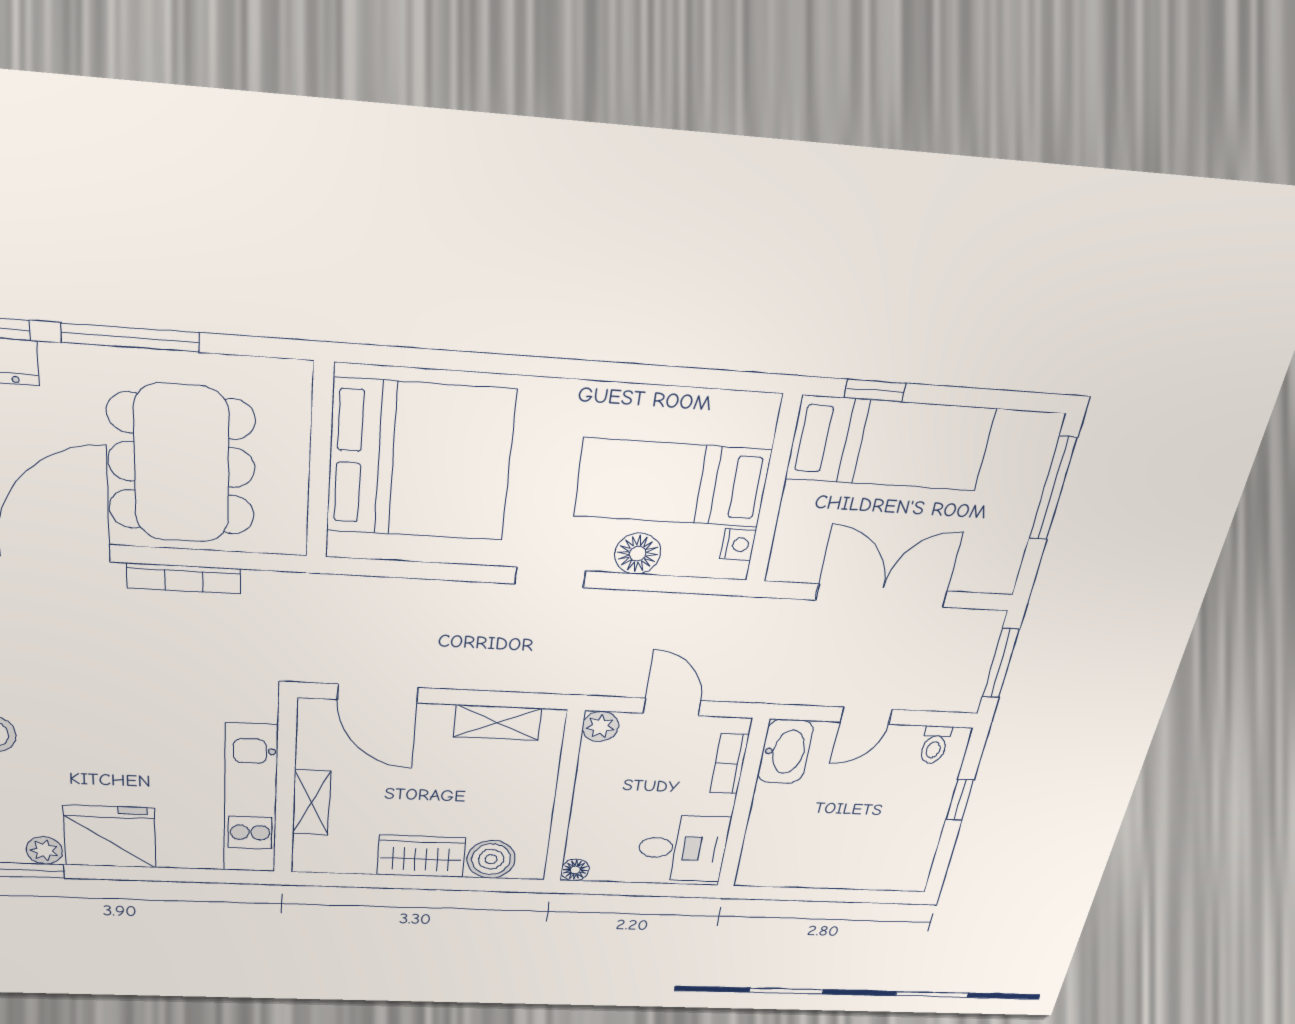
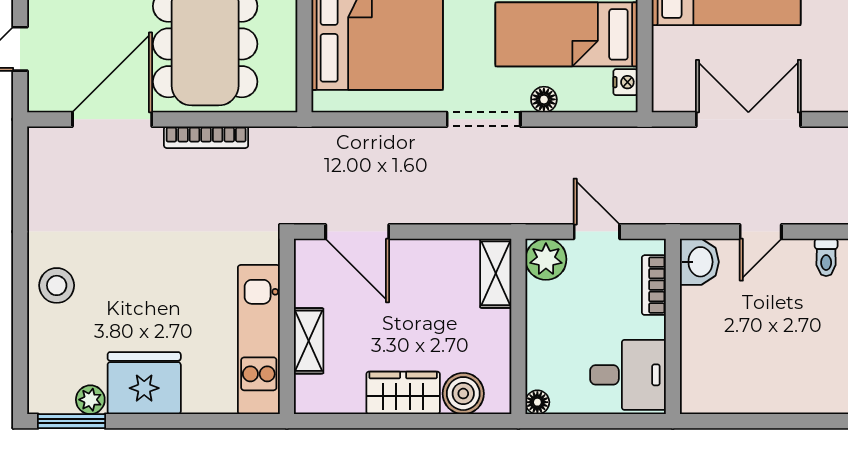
floor lamp: (638, 554) -> (544, 99), width x0.73, depth x0.73
doorway: (550, 577) -> (484, 119), width x1.38
shelving: (498, 723) -> (496, 273), moved, turned 90
plant: (600, 726) -> (546, 259), width x1.38, depth x1.38
washbasin: (785, 752) -> (699, 262), width x0.72

